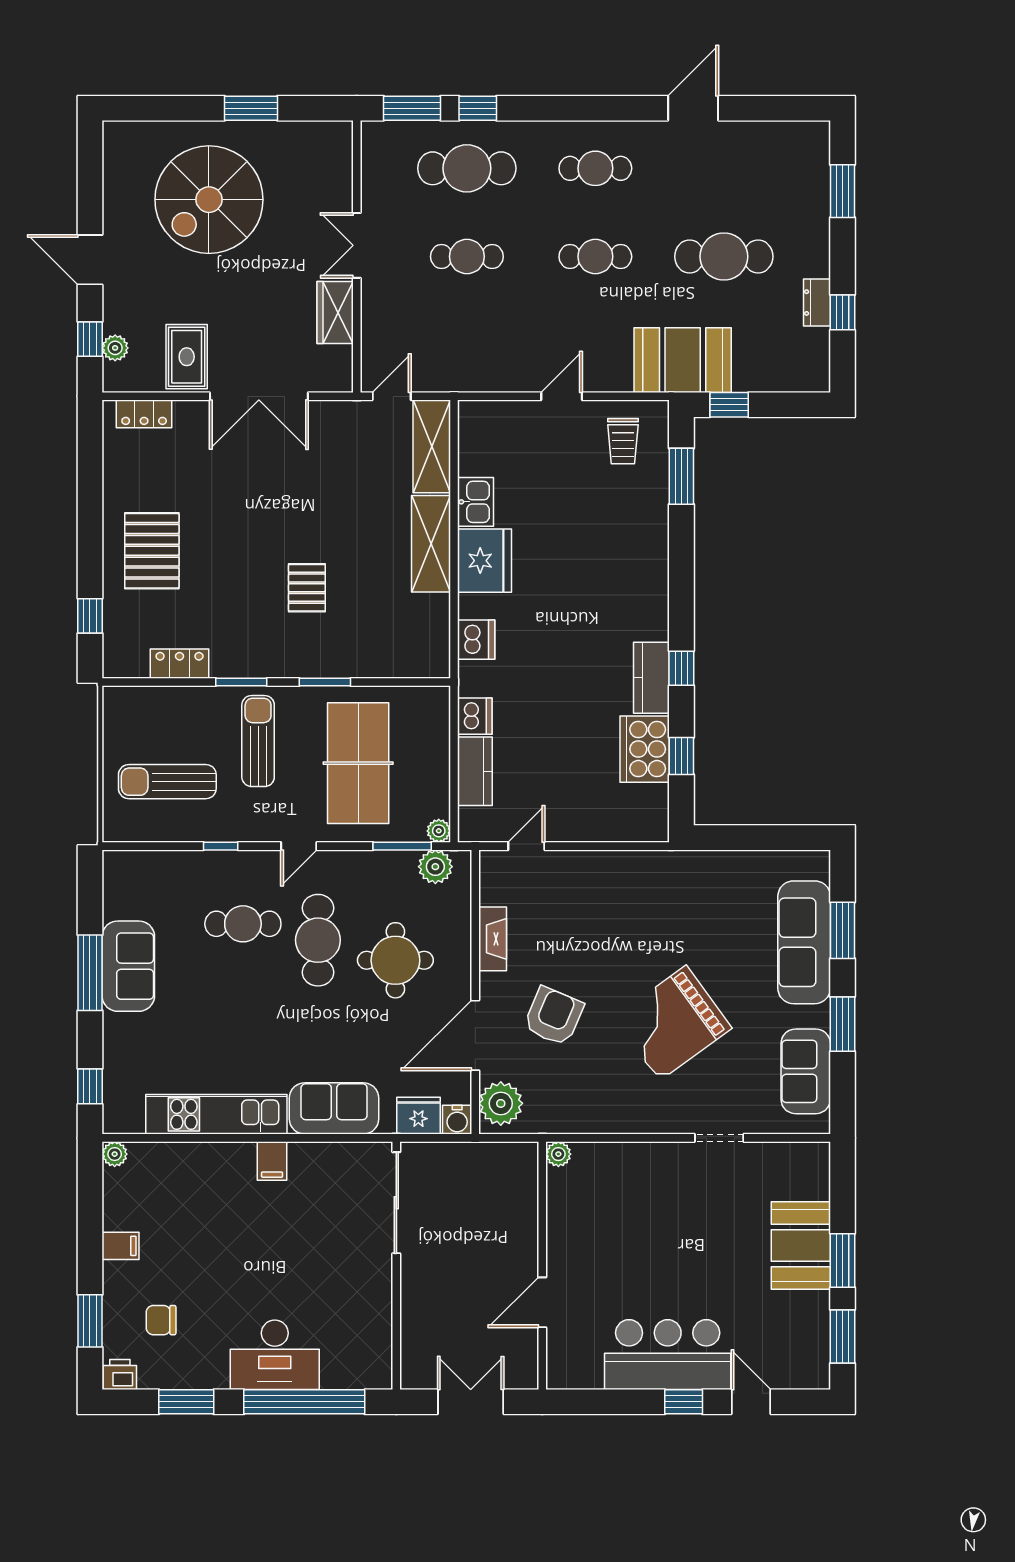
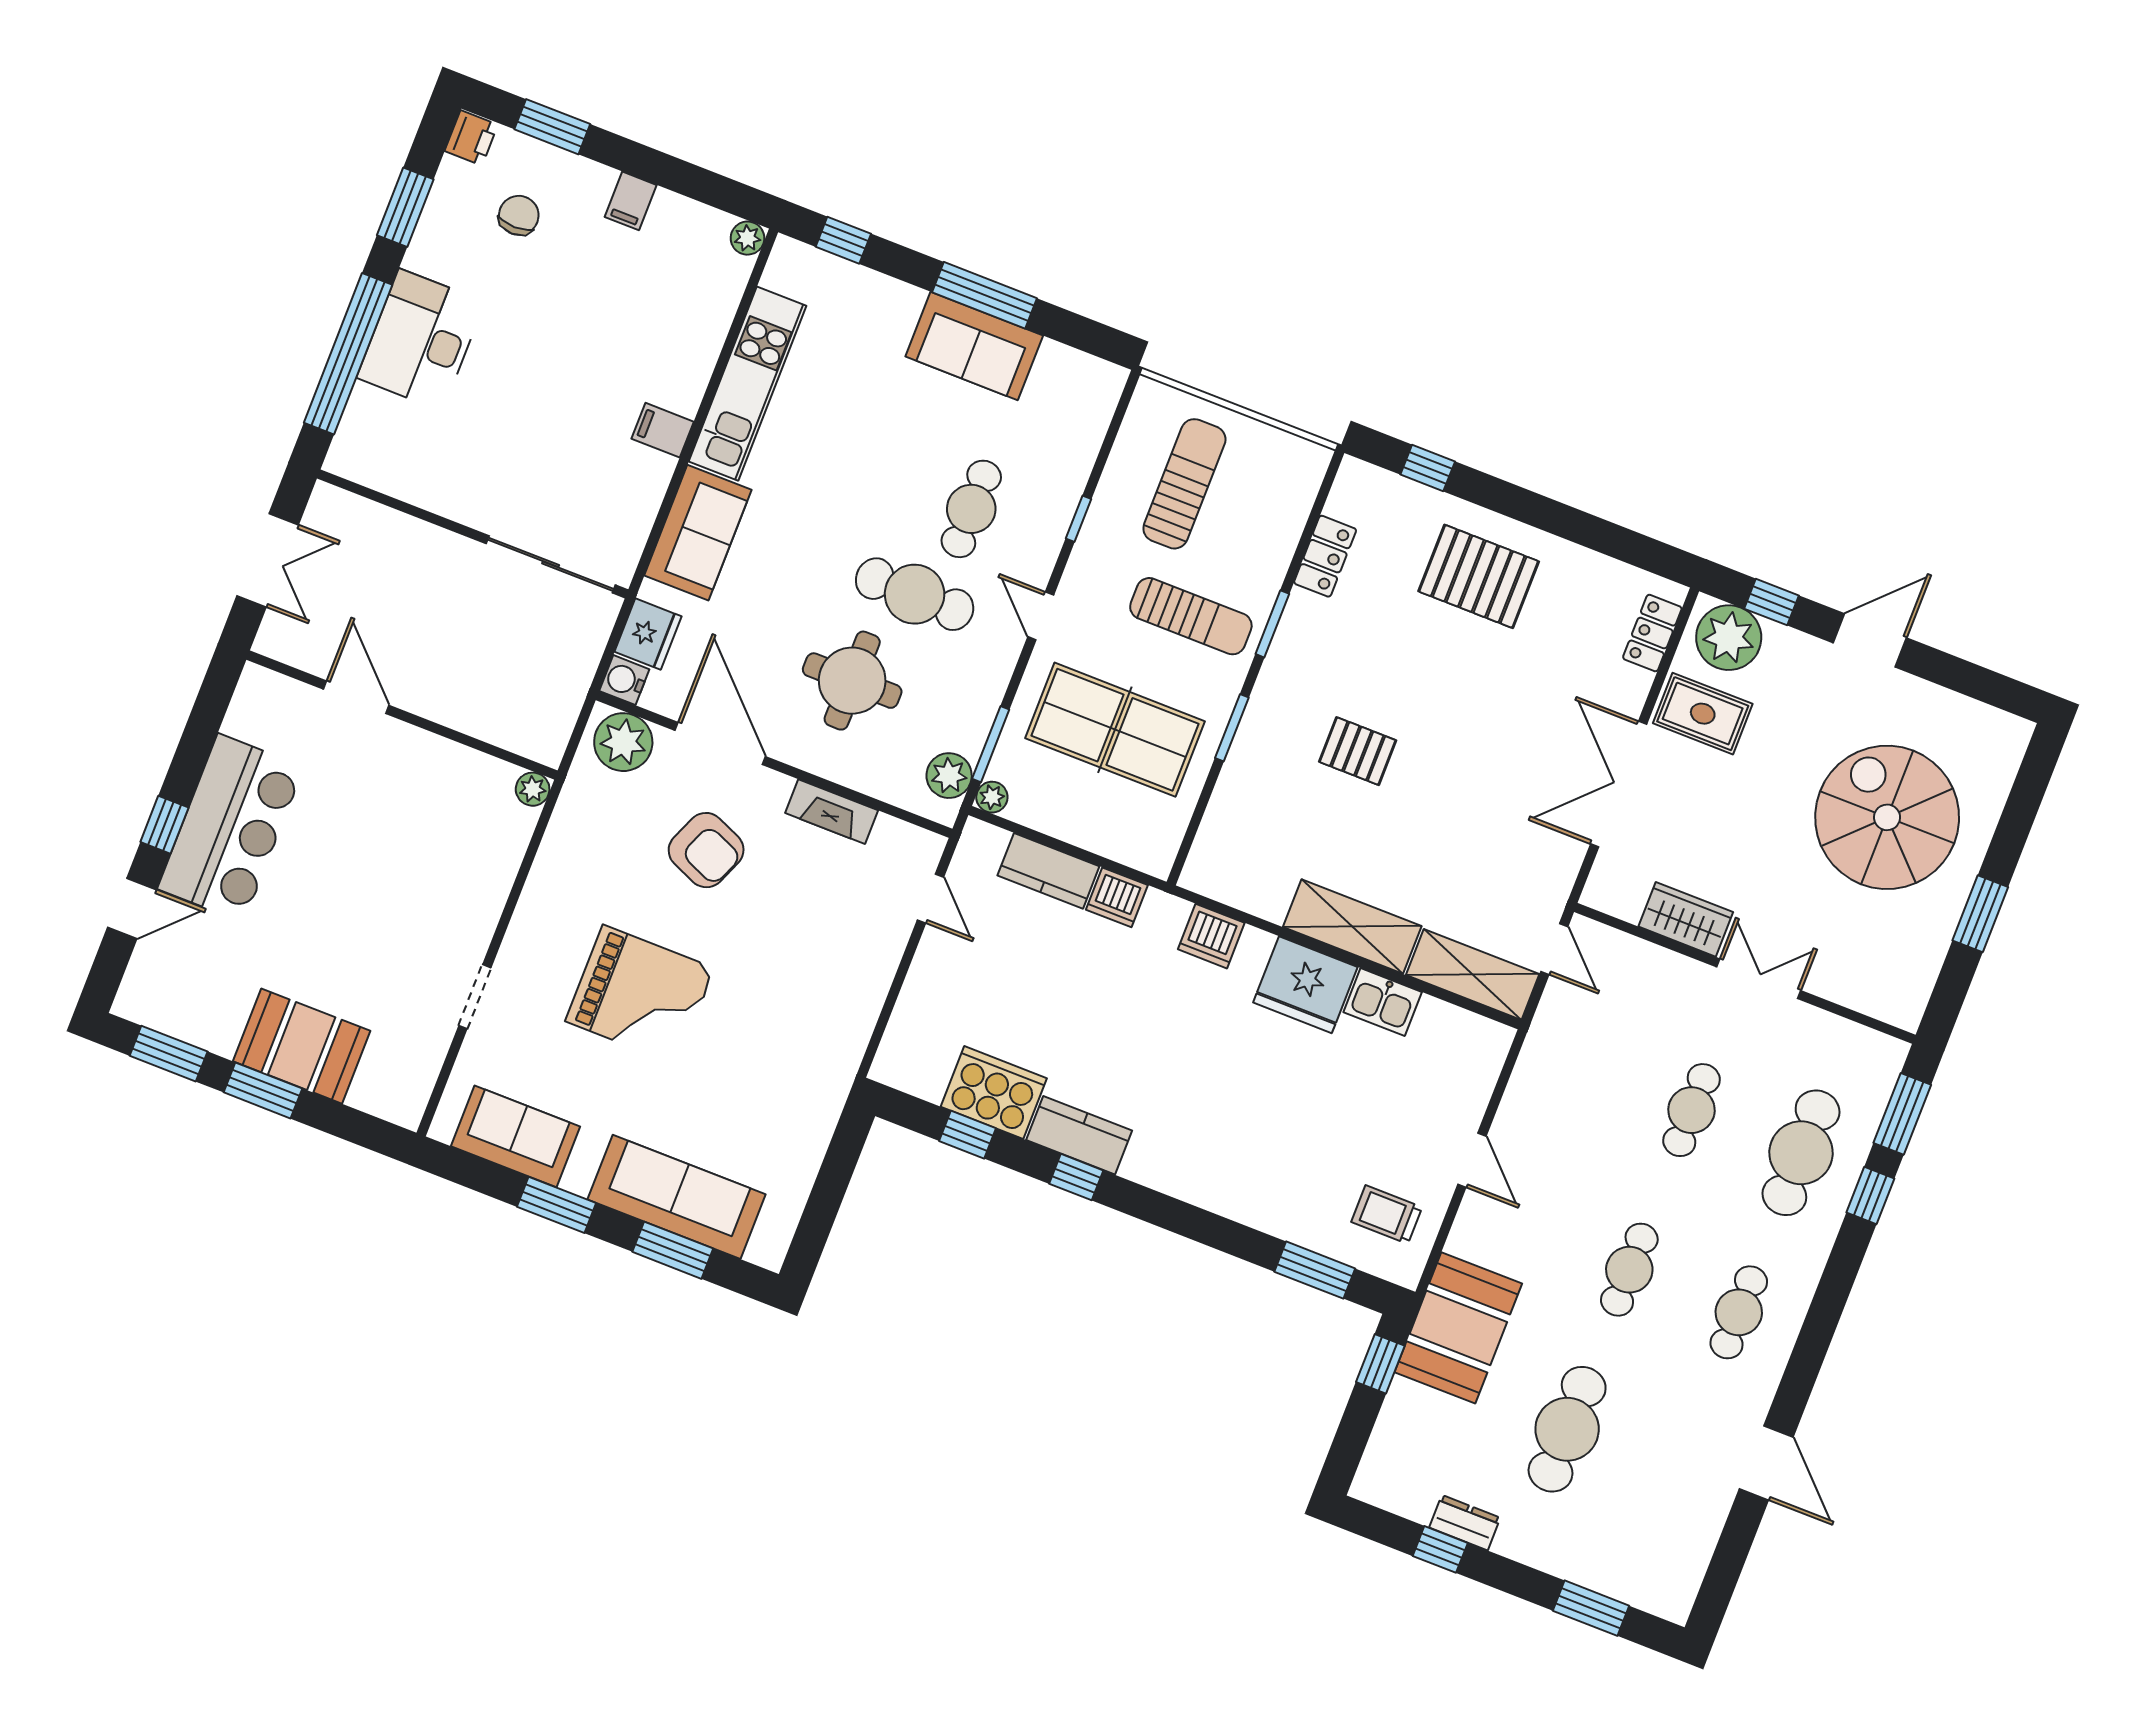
plant: (115, 348) -> (1729, 638), width x1.87, depth x1.87
grand piano: (673, 1023) -> (640, 995), turned 126

